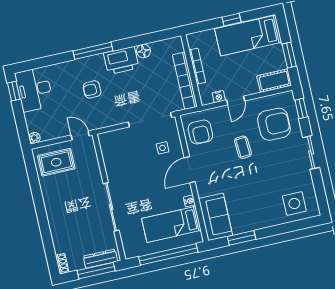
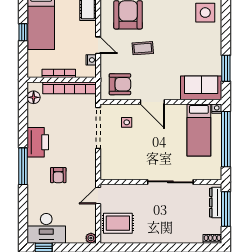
floor lamp: (143, 51) -> (34, 97), moved
rug: (56, 162) -> (118, 223), turned 90
nightstand: (189, 201) -> (217, 109), moved

